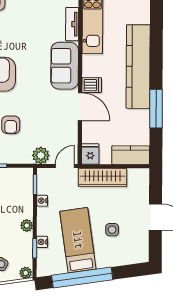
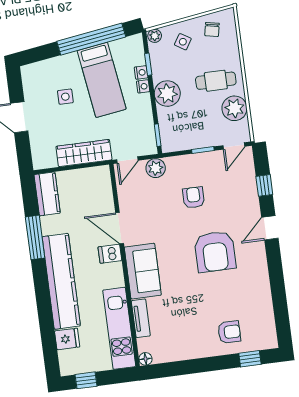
fridge: (90, 154) -> (67, 339), moved, turned -90
kitchen counter: (131, 155) -> (47, 194), moved, turned -90
nightstand: (42, 201) -> (143, 86), moved
plant: (27, 225) -> (167, 94), width x1.88, depth x1.88

